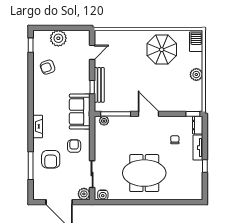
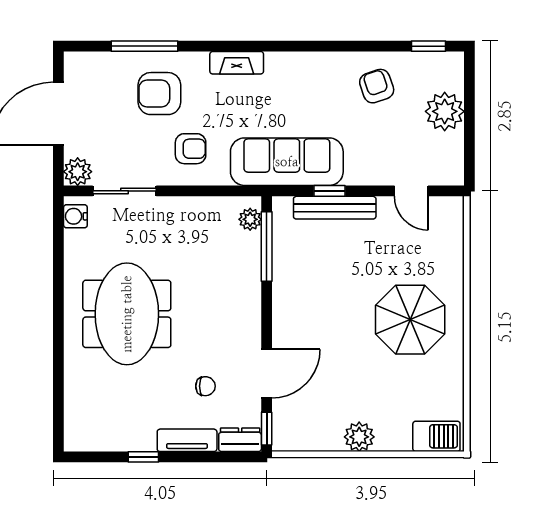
parasol: (162, 50) -> (410, 320), moved
sofa: (80, 112) -> (287, 162), width x1.36
door: (149, 114) -> (267, 374), moved

